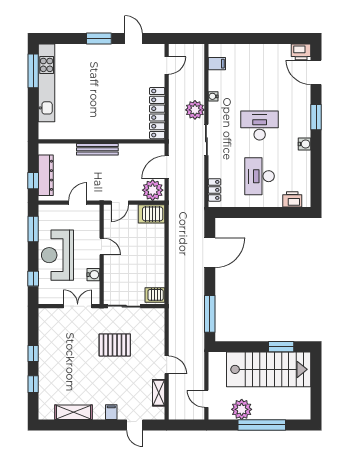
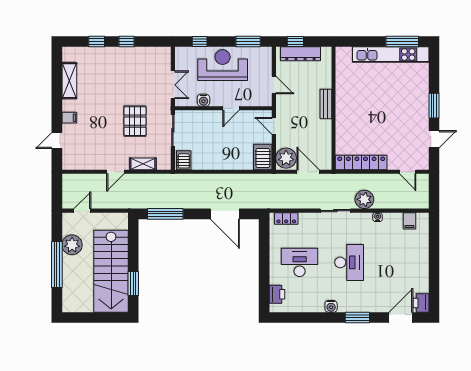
bench: (97, 149) -> (326, 104), width x0.73
shelving: (159, 393) -> (143, 164), moved

